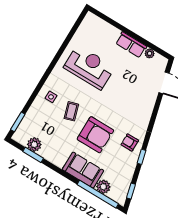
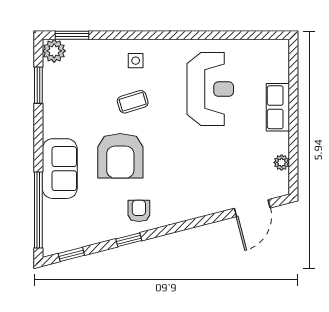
row of seats: (131, 45) -> (278, 107), moved
plant: (34, 144) -> (54, 51), moved
plant: (103, 187) -> (54, 212), removed

